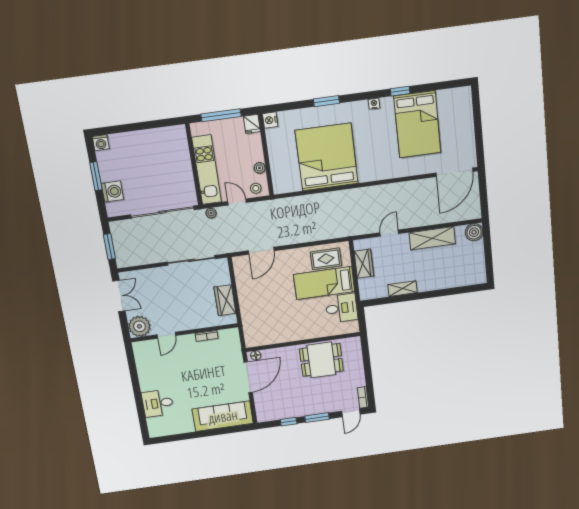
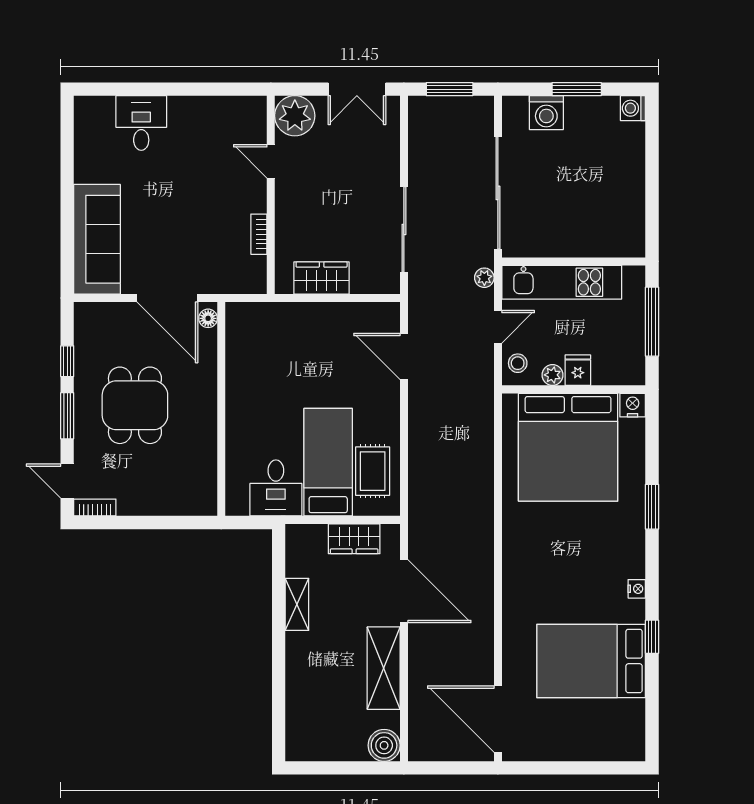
fridge: (252, 124) -> (578, 370), moved, turned 90
bed: (327, 157) -> (568, 447), moved, turned 90
door: (389, 233) -> (404, 591), width x1.88
dining table: (321, 360) -> (135, 405), moved

